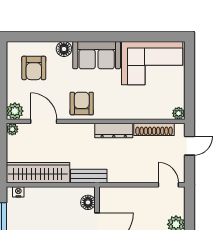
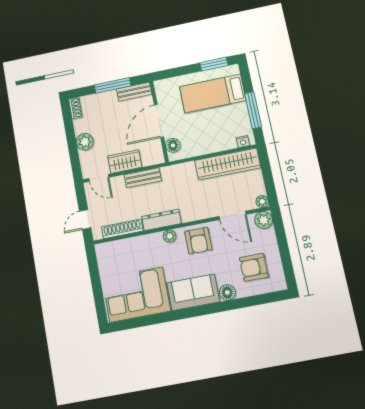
armchair: (34, 68) -> (254, 267), turned -90
plant: (179, 113) -> (170, 236), moved
bench: (89, 176) -> (143, 178), moved
wardrobe: (139, 196) -> (125, 162), added

